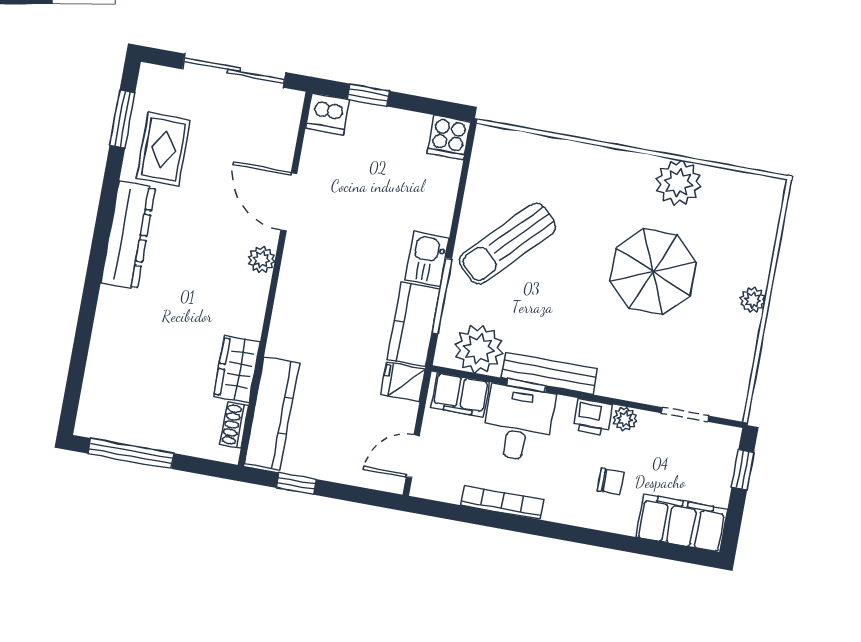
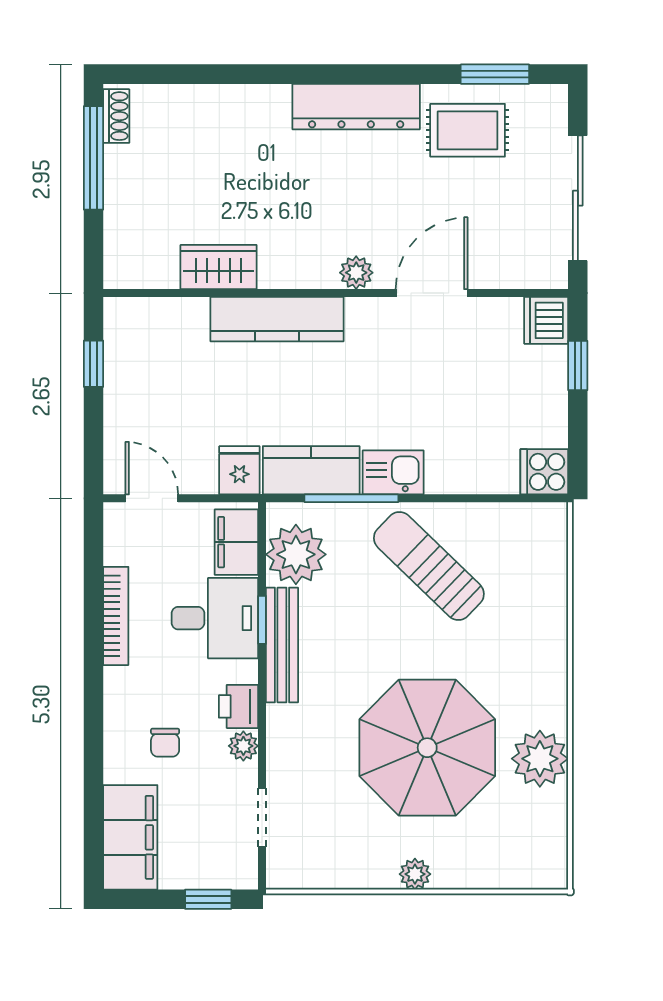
parasol: (653, 272) -> (427, 748), width x1.36, depth x1.36
kitchen counter: (272, 413) -> (277, 319), moved
shoe rack: (234, 425) -> (116, 116), moved, turned 90

